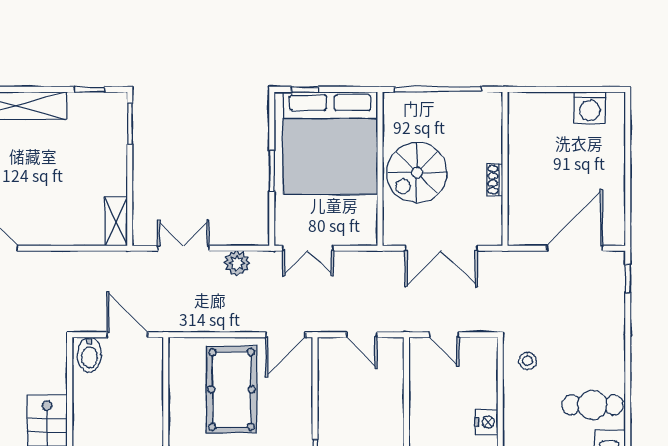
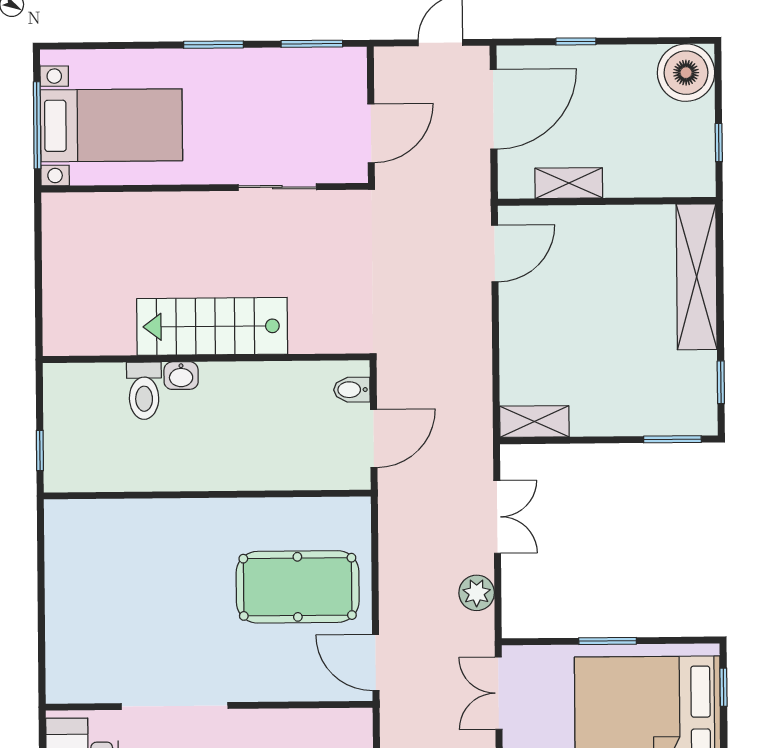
bidet: (89, 355) -> (352, 390), width x0.72, depth x0.74

